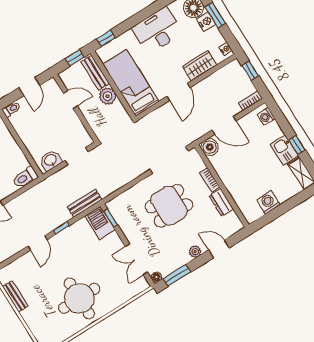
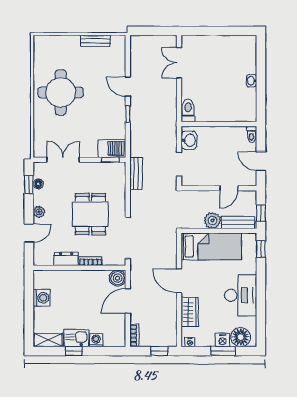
washing machine: (266, 117) -> (96, 340), moved
bench: (85, 203) -> (136, 174), moved
window: (177, 275) -> (29, 185), width x0.67
floor lamp: (156, 277) -> (38, 184), moved

